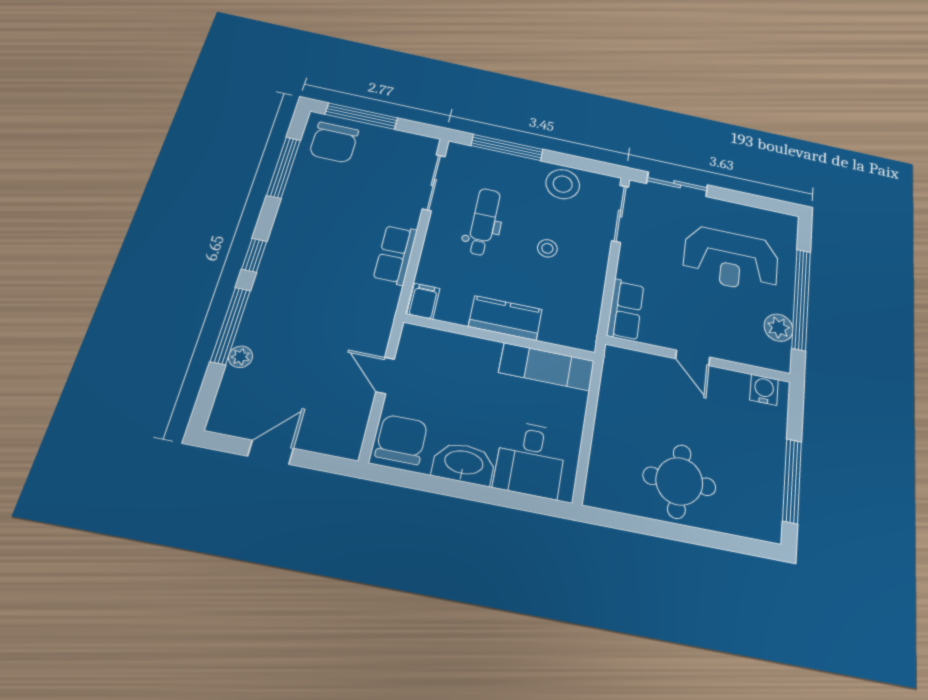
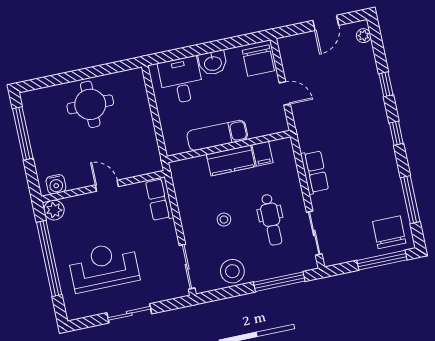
sliding door: (677, 184) -> (129, 313), moved
filing cabinet: (424, 301) -> (263, 154), moved
window: (231, 326) -> (386, 84), width x0.46
plant: (778, 328) -> (54, 210), moved
plant: (240, 357) -> (364, 36), moved
exam couch: (547, 367) -> (217, 135), moved
washbasin: (464, 463) -> (213, 63), width x0.72

